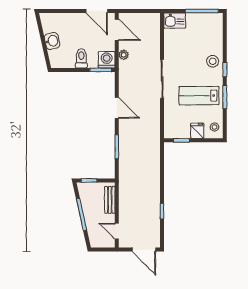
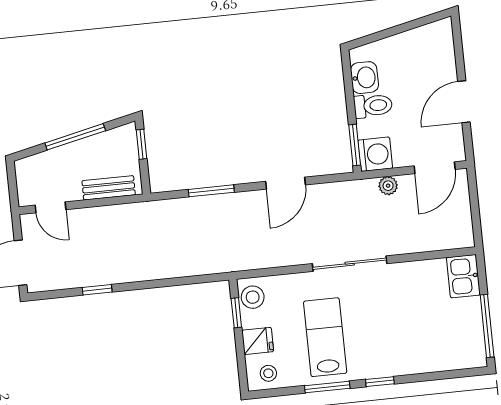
door: (97, 11) -> (464, 102), moved
washbasin: (52, 41) -> (364, 78), moved, turned -78
stool: (213, 61) -> (253, 297), moved
door: (117, 231) -> (50, 207), swing flipped

